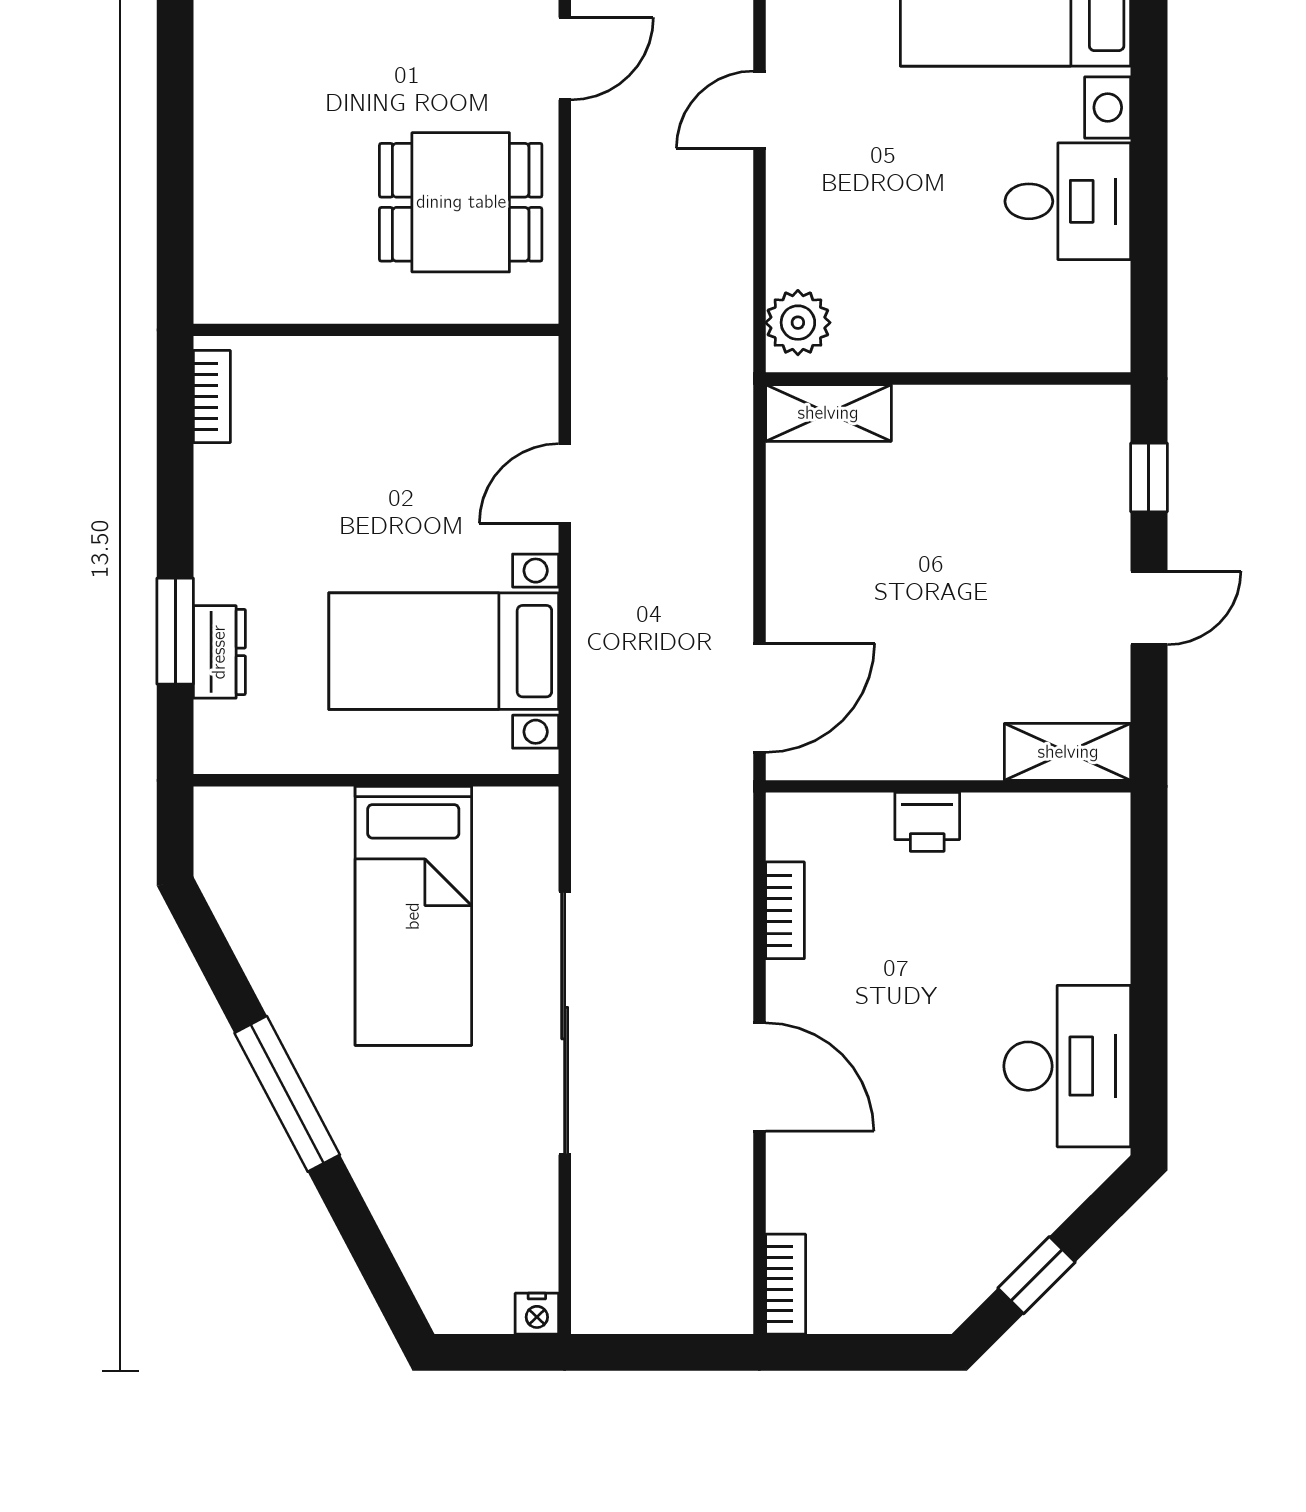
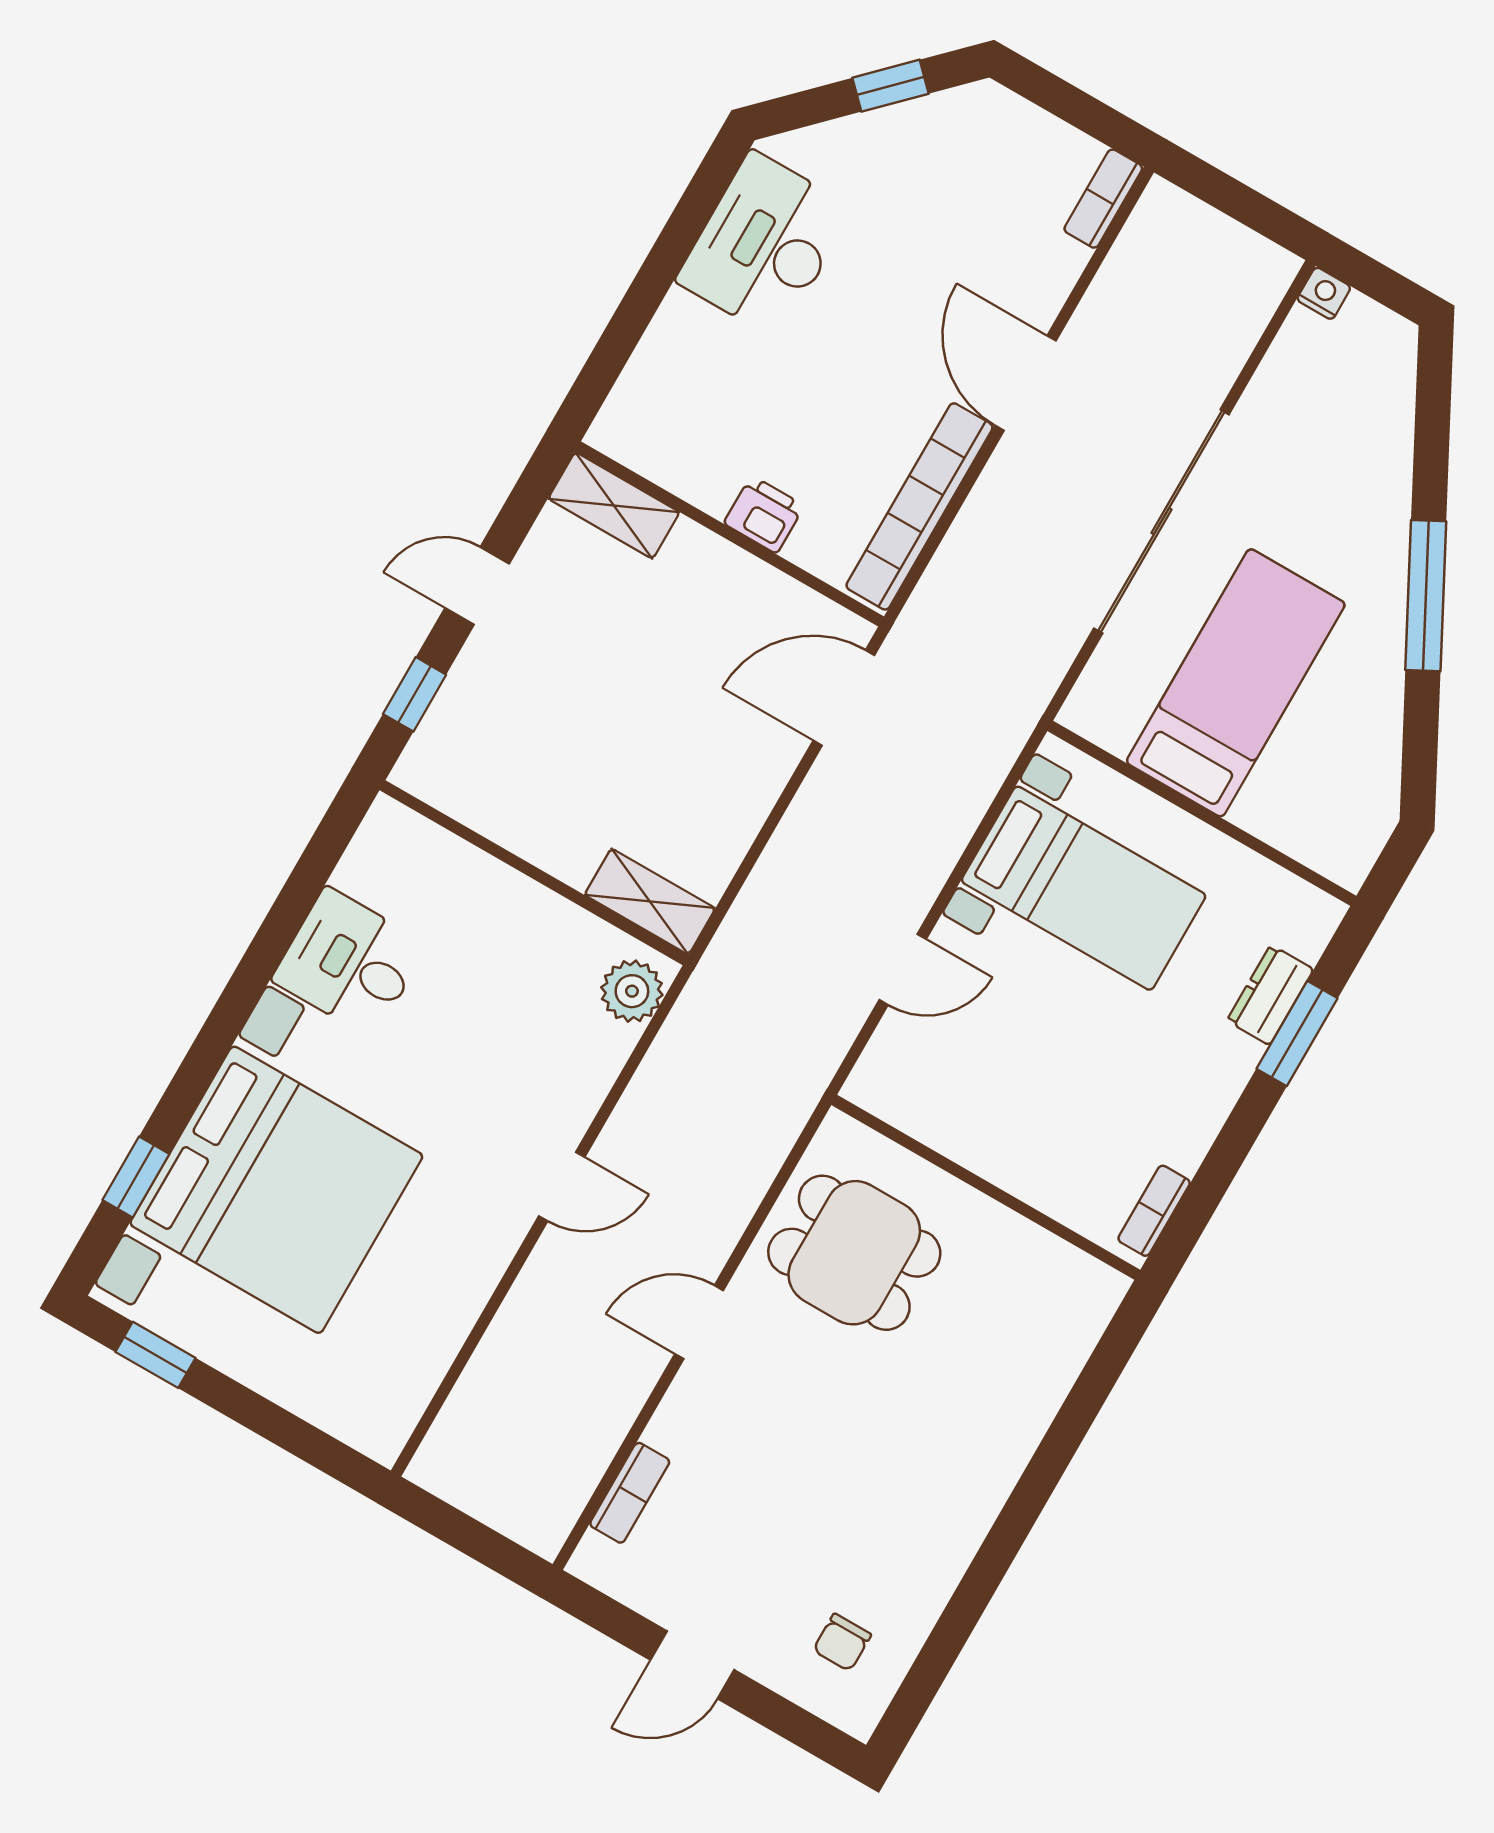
bookcase: (785, 910) -> (919, 506), width x2.31, depth x1.31

